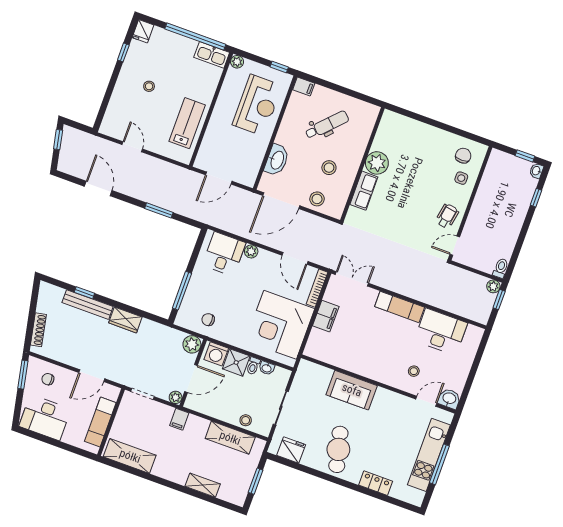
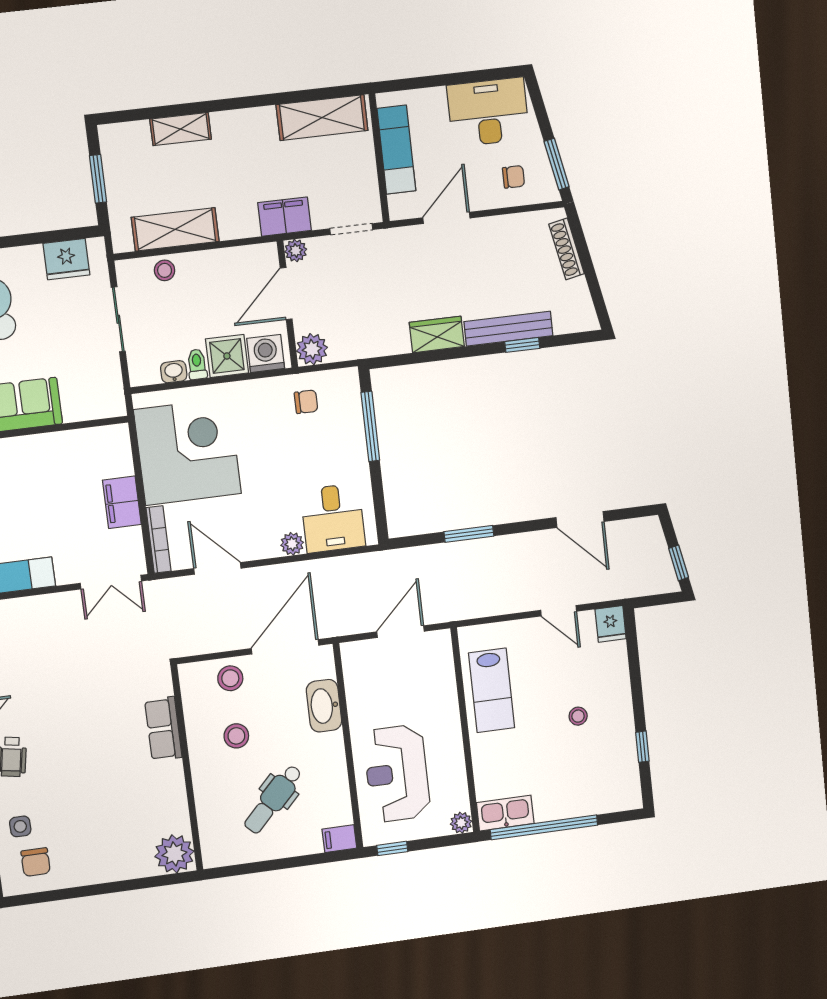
fridge: (143, 31) -> (611, 624), moved, turned 180
plant: (377, 163) -> (174, 854), moved
filing cabinet: (179, 419) -> (284, 217), width x2.00

